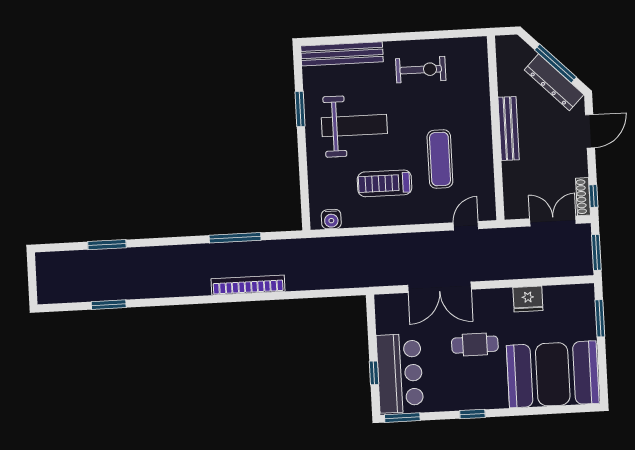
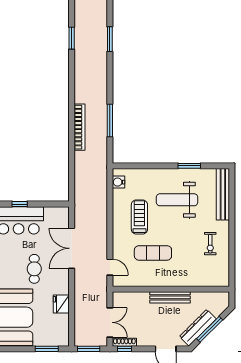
exercise bike: (421, 70) -> (210, 244), width x0.73, depth x0.72
weight bench: (354, 126) -> (177, 200), turned 90

